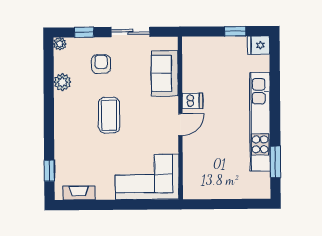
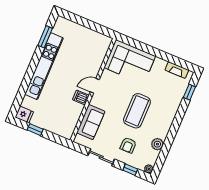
coffee table: (109, 115) -> (137, 111), width x1.36, depth x1.32

